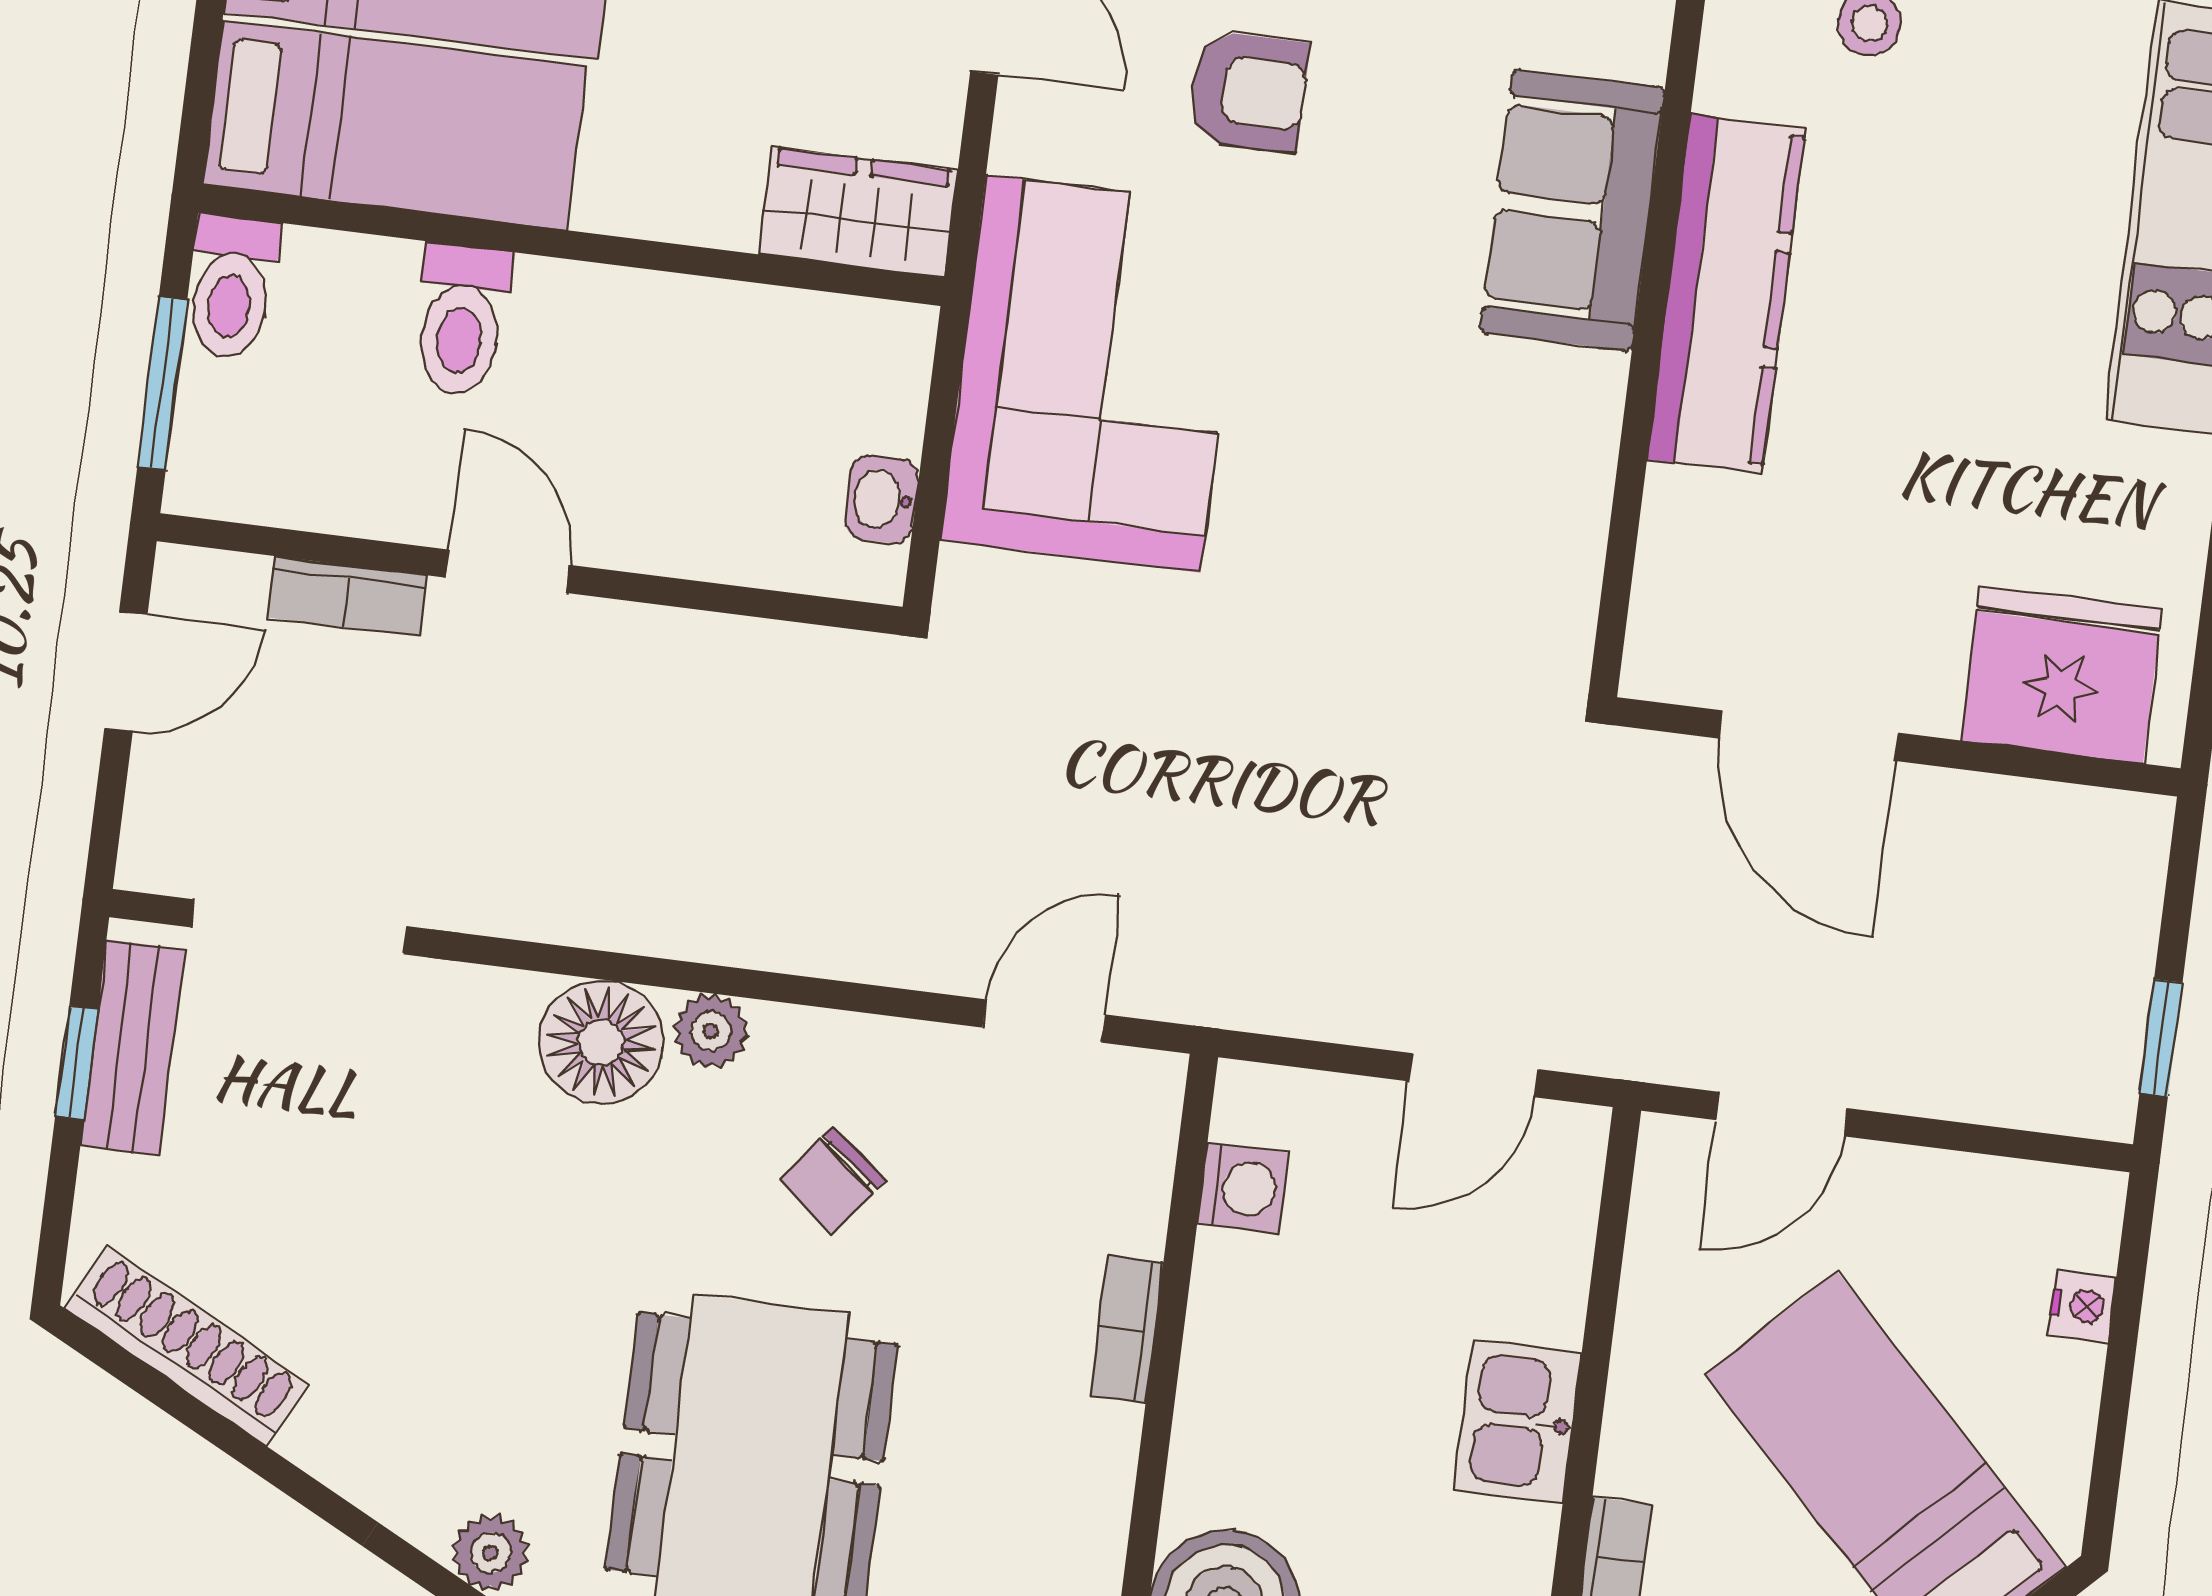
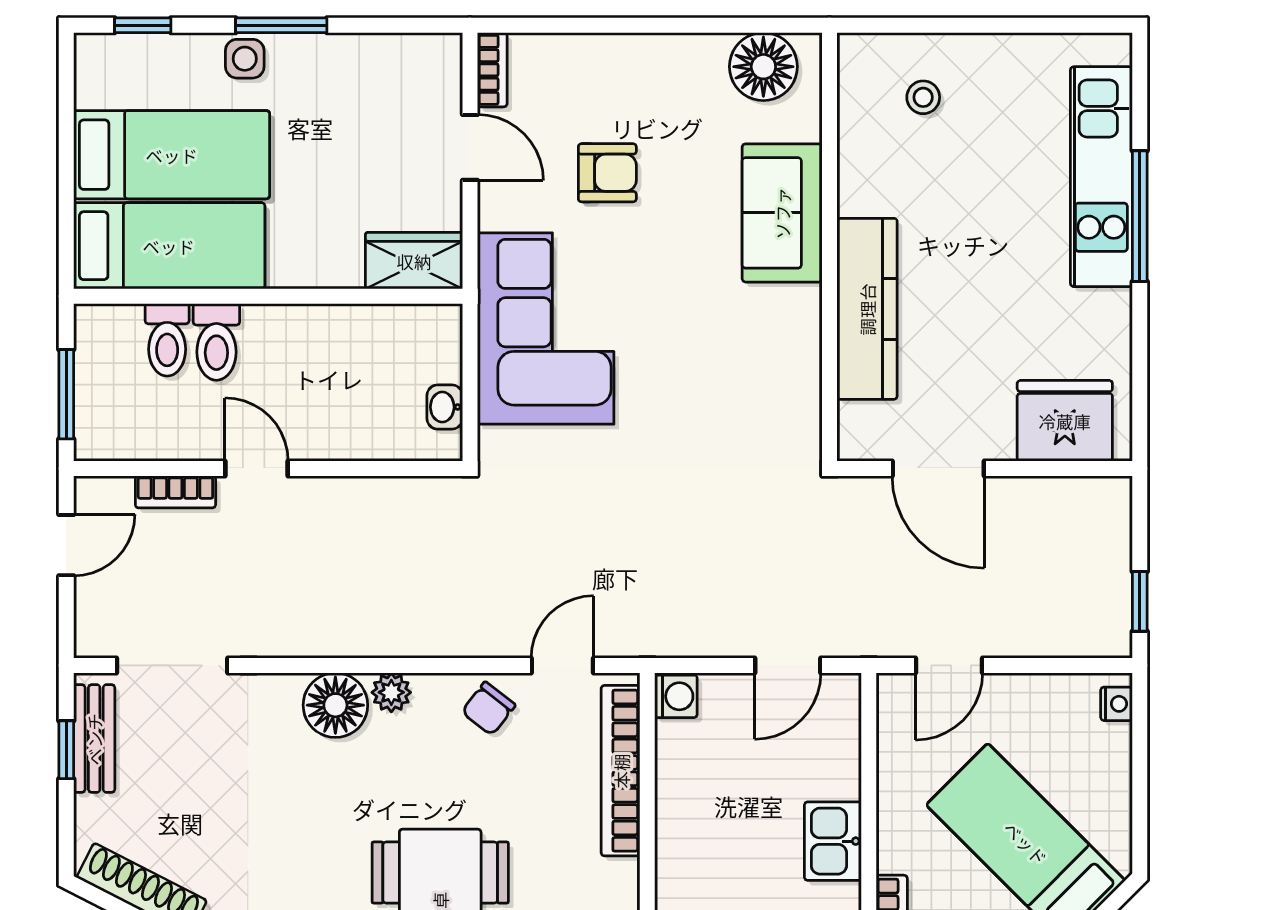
toilet: (231, 287) -> (167, 340), moved
kitchen counter: (1726, 294) -> (867, 309), moved
chair: (833, 1180) -> (488, 709), moved
washing machine: (1243, 1188) -> (676, 696), moved
nightstand: (2082, 1306) -> (1116, 704), moved
bookcase: (1126, 1329) -> (621, 771), width x2.31, depth x1.31

